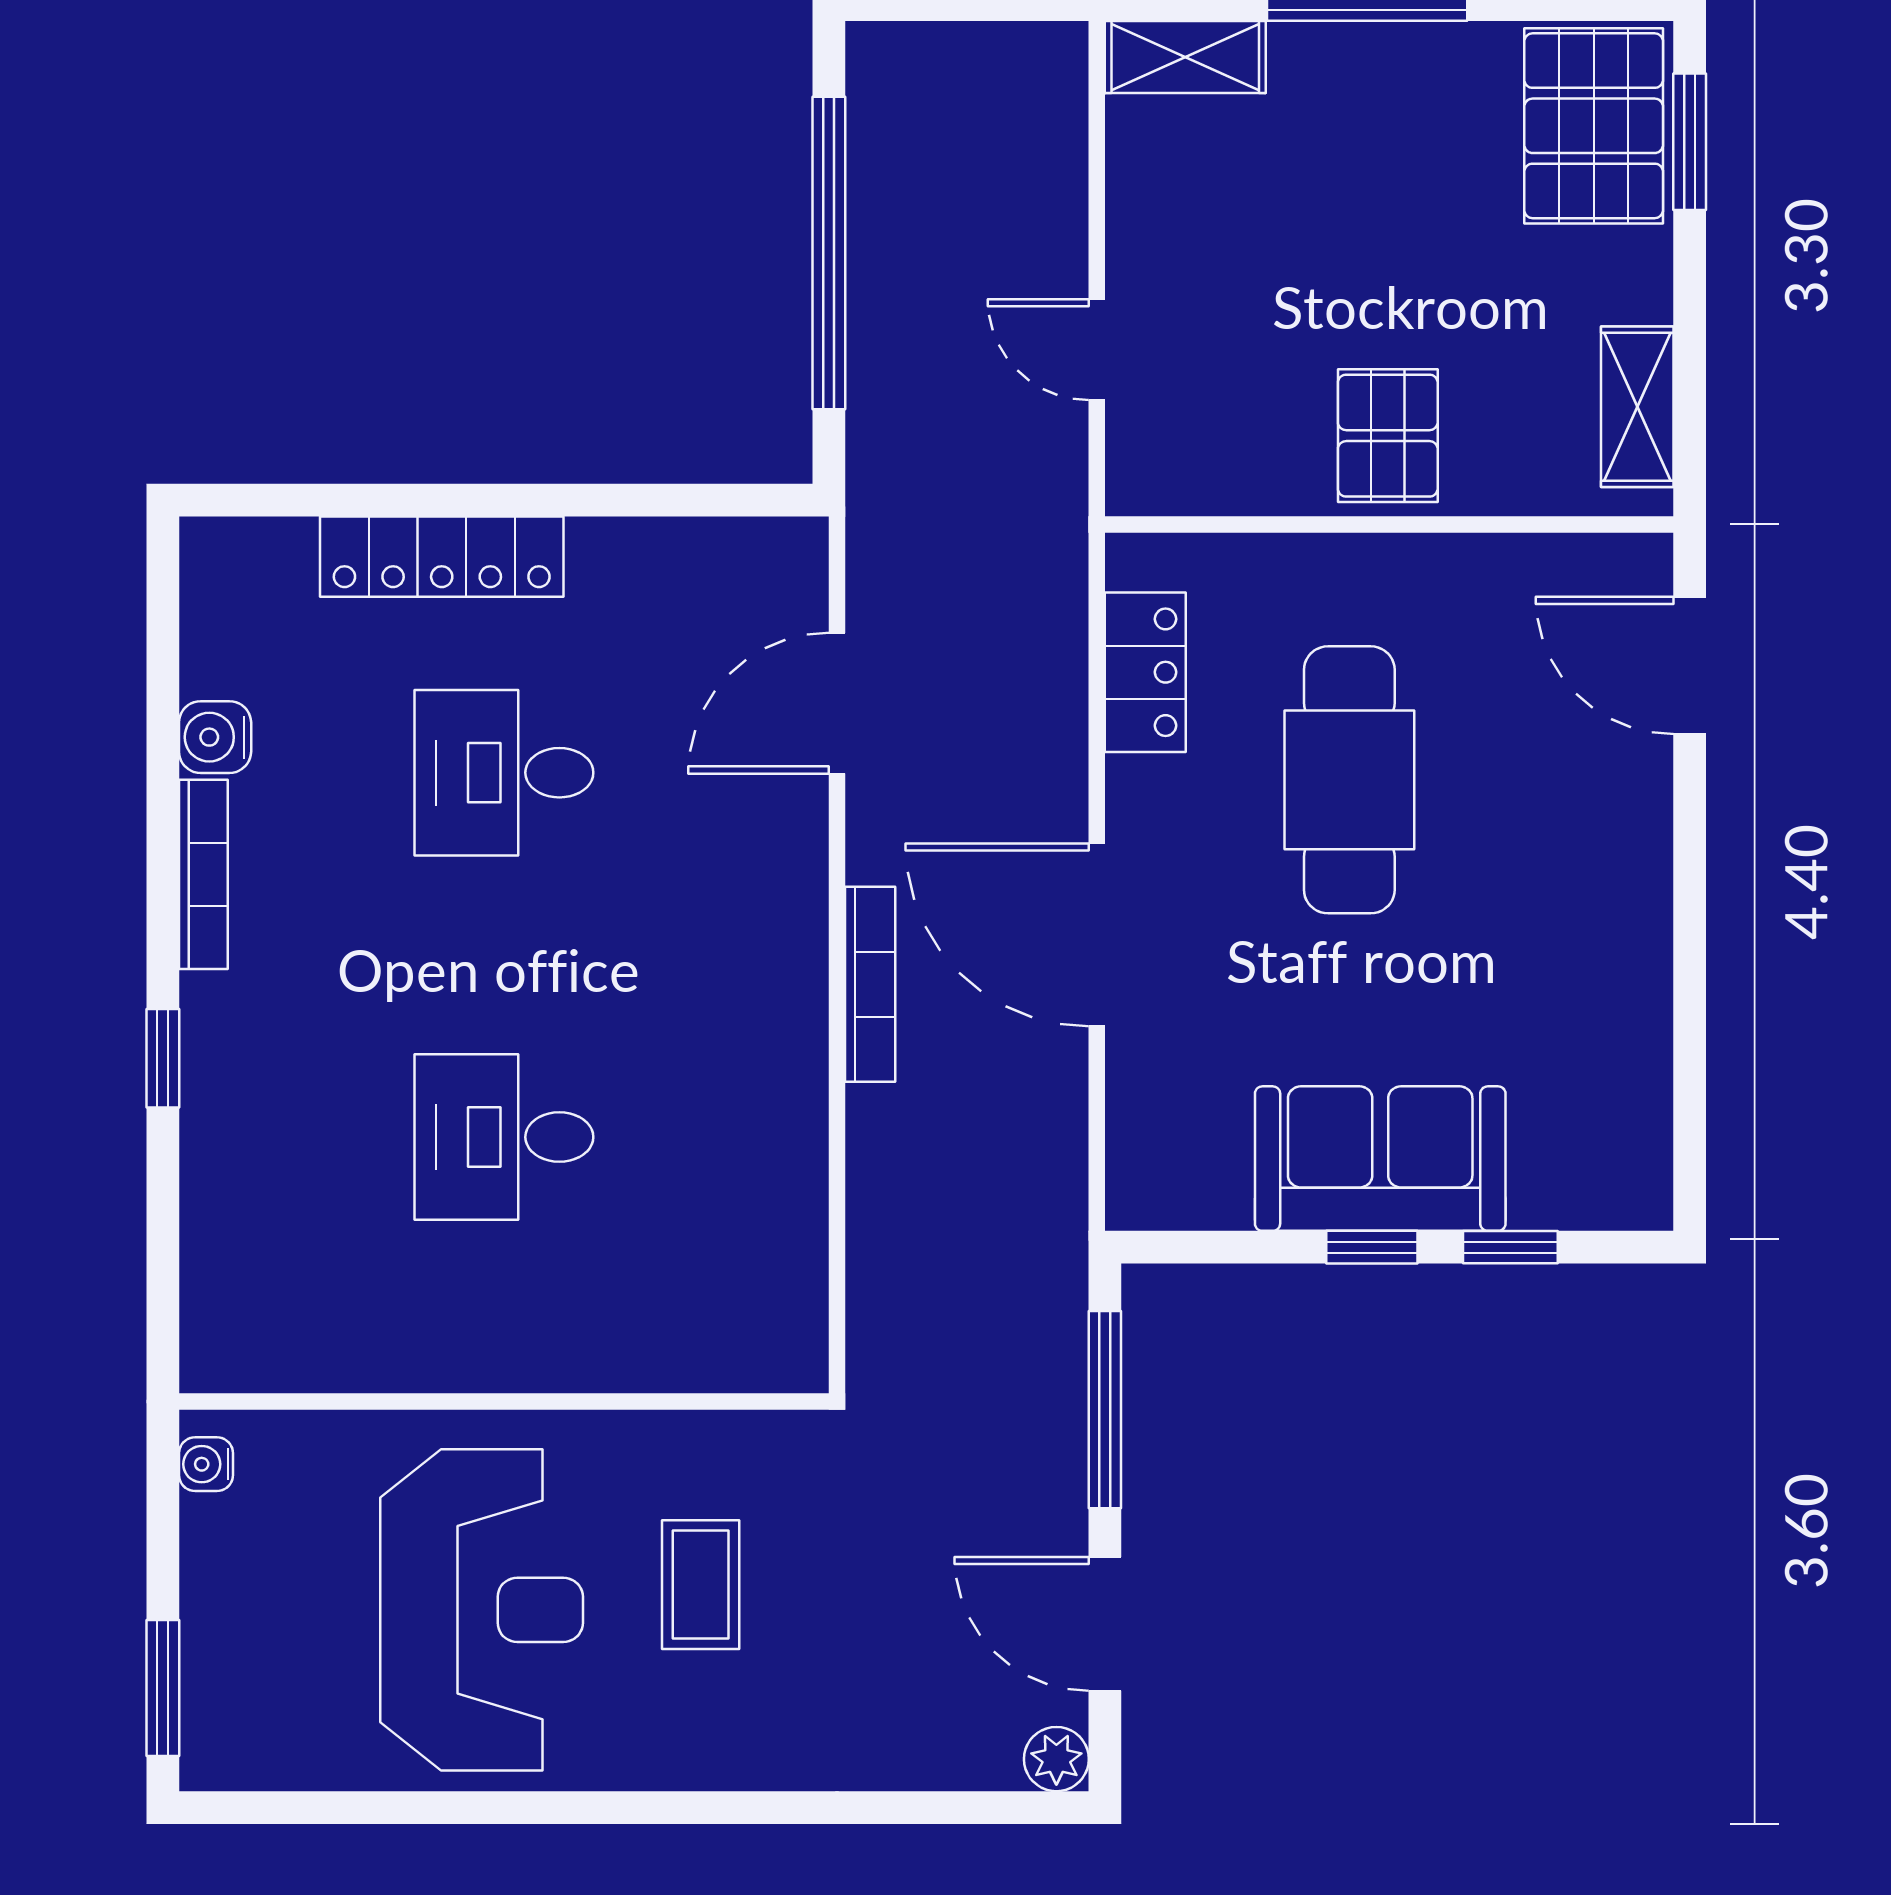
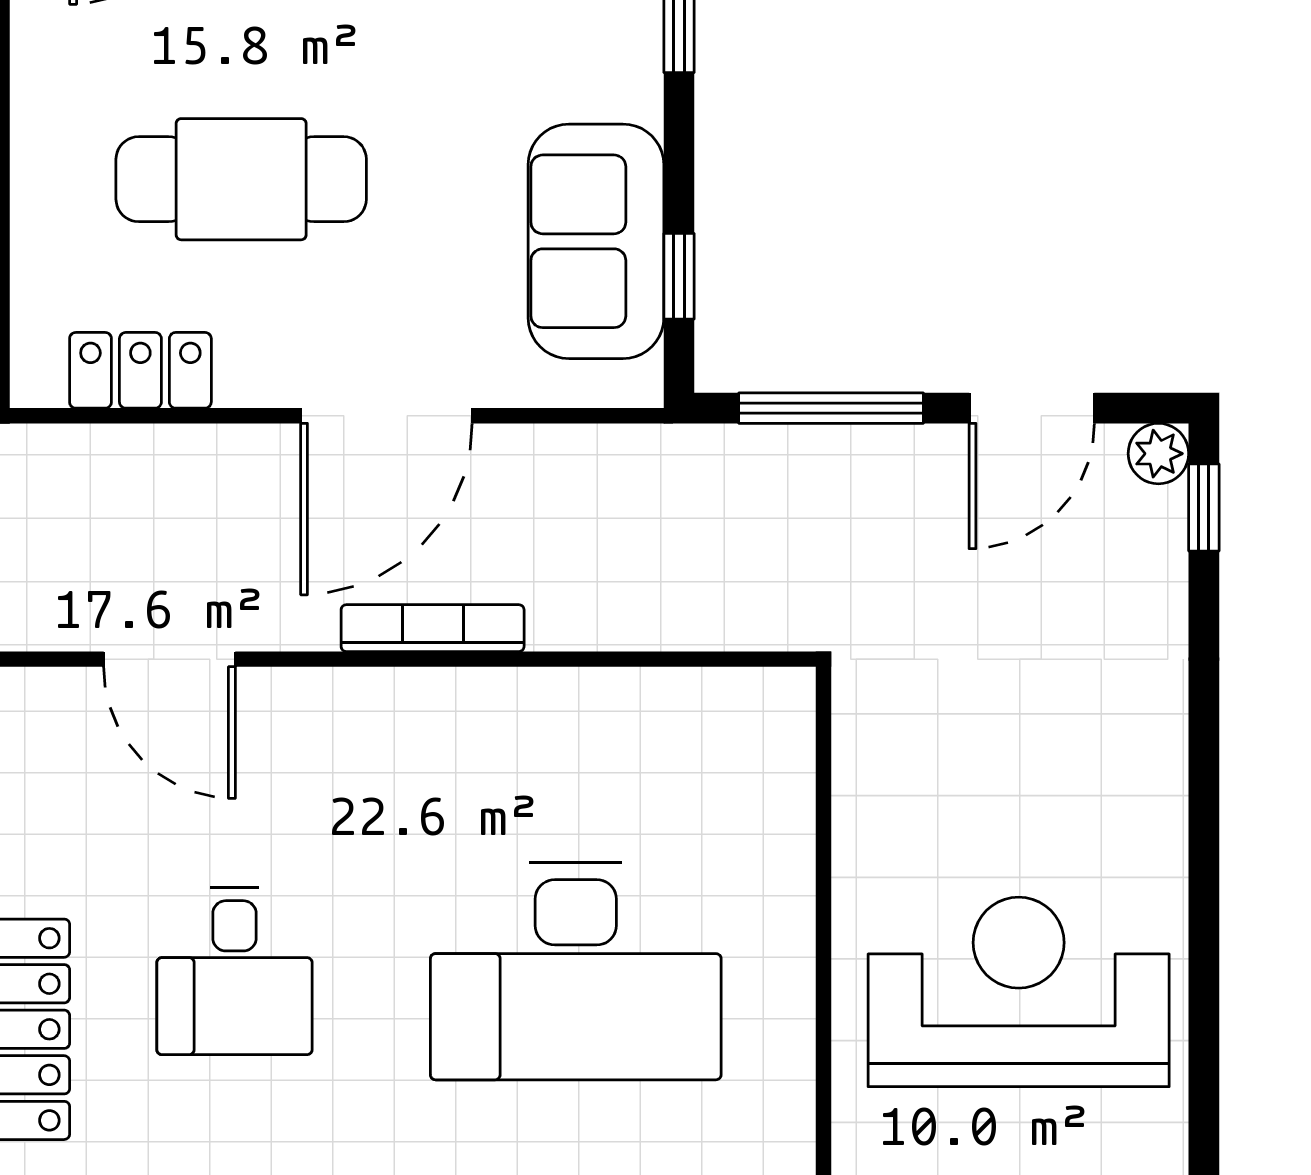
desk: (504, 1137) -> (576, 971), width x1.87, depth x1.30
sofa: (1380, 1159) -> (596, 241), moved
window: (1372, 1247) -> (679, 276), moved
coffee table: (701, 1585) -> (995, 787), removed
window: (999, 1808) -> (1204, 508), added

